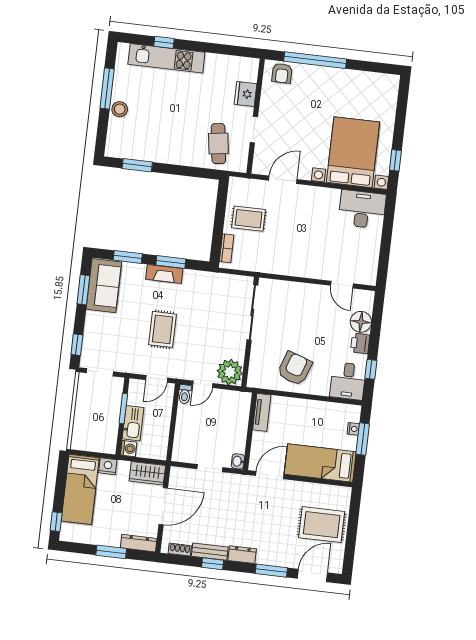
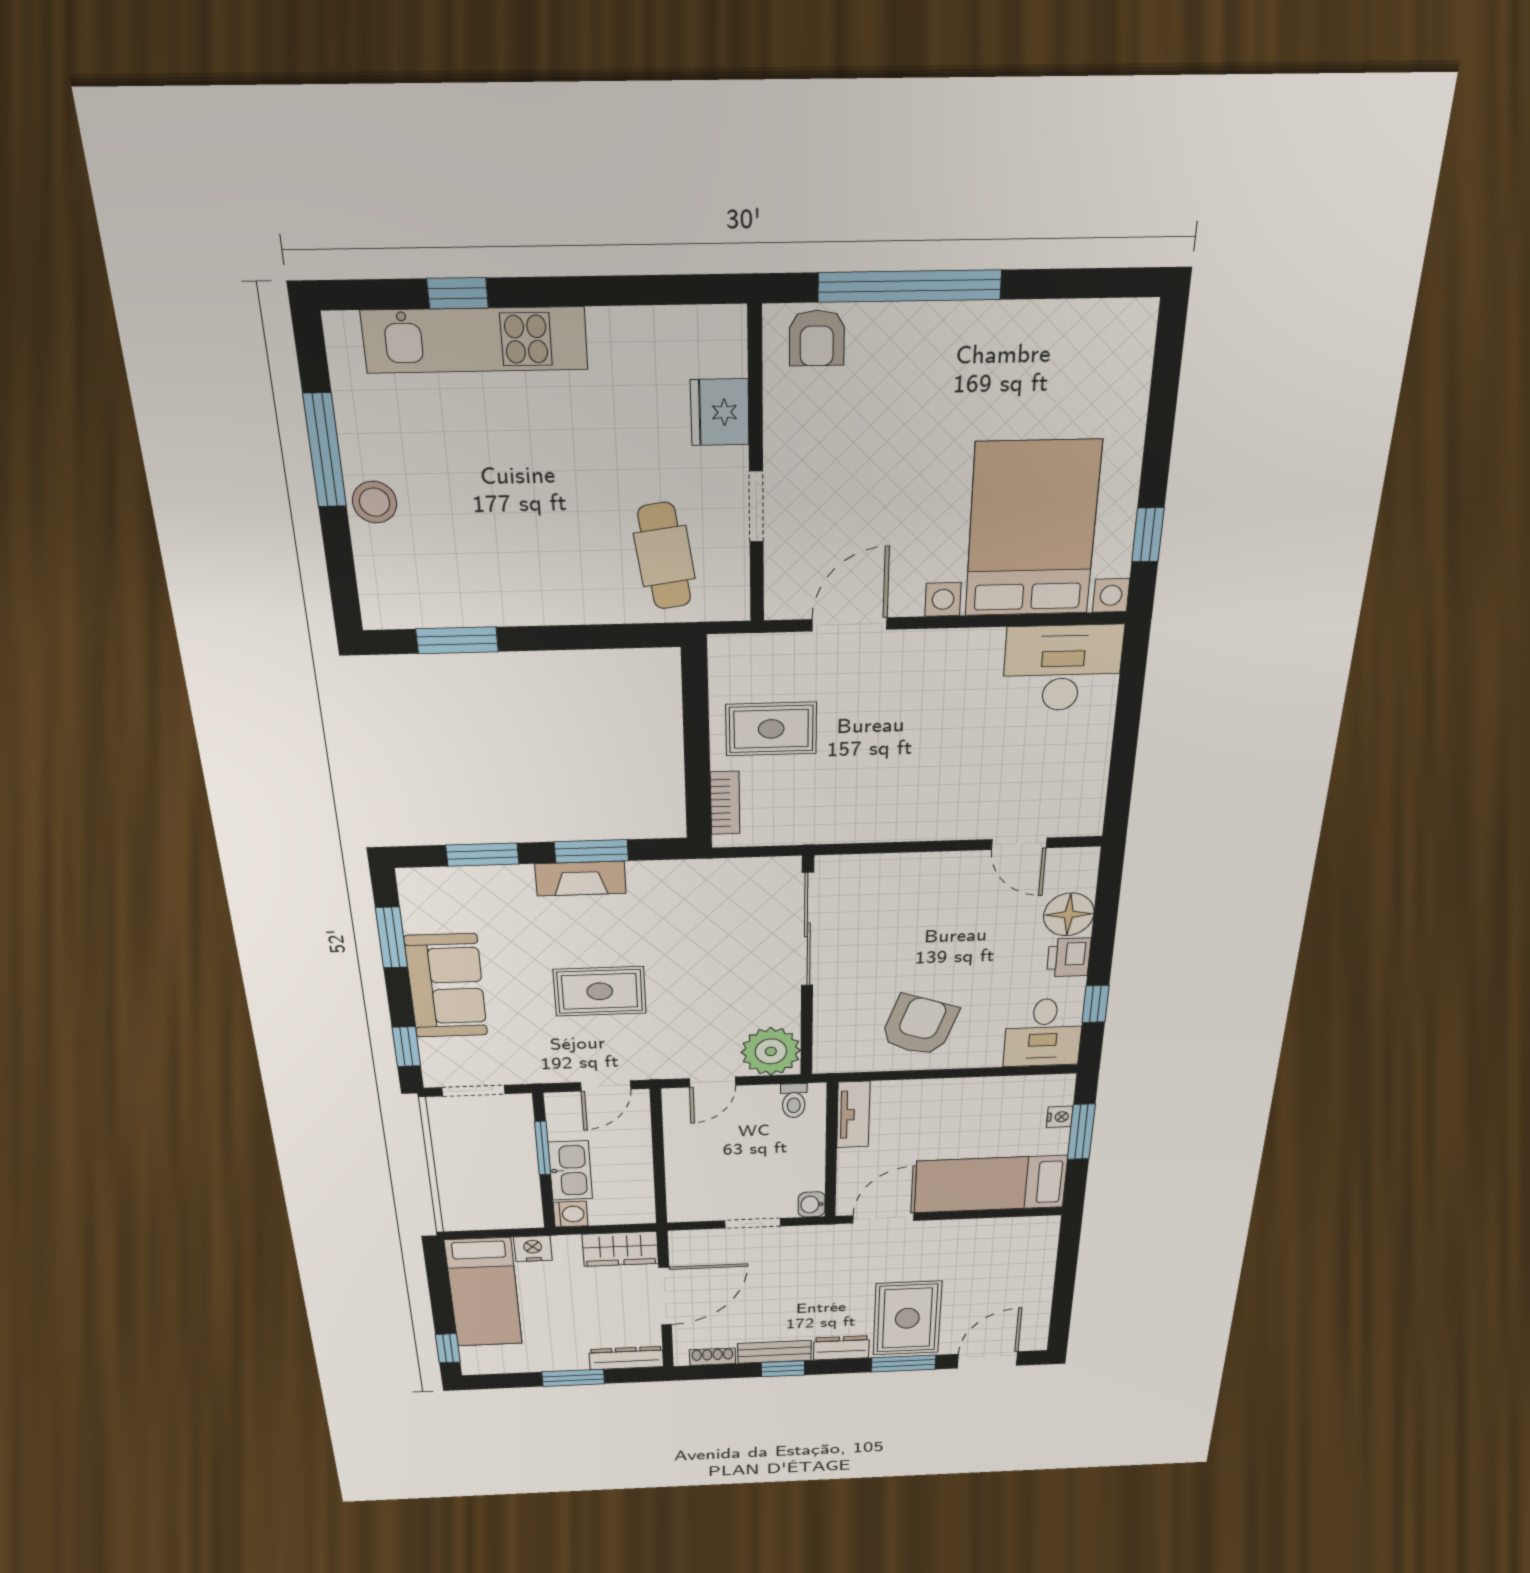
sofa: (104, 286) -> (446, 986), moved
rug: (163, 329) -> (600, 991), turned 90
toilet: (185, 394) -> (794, 1101), moved
rug: (322, 525) -> (907, 1318), moved, turned 90

